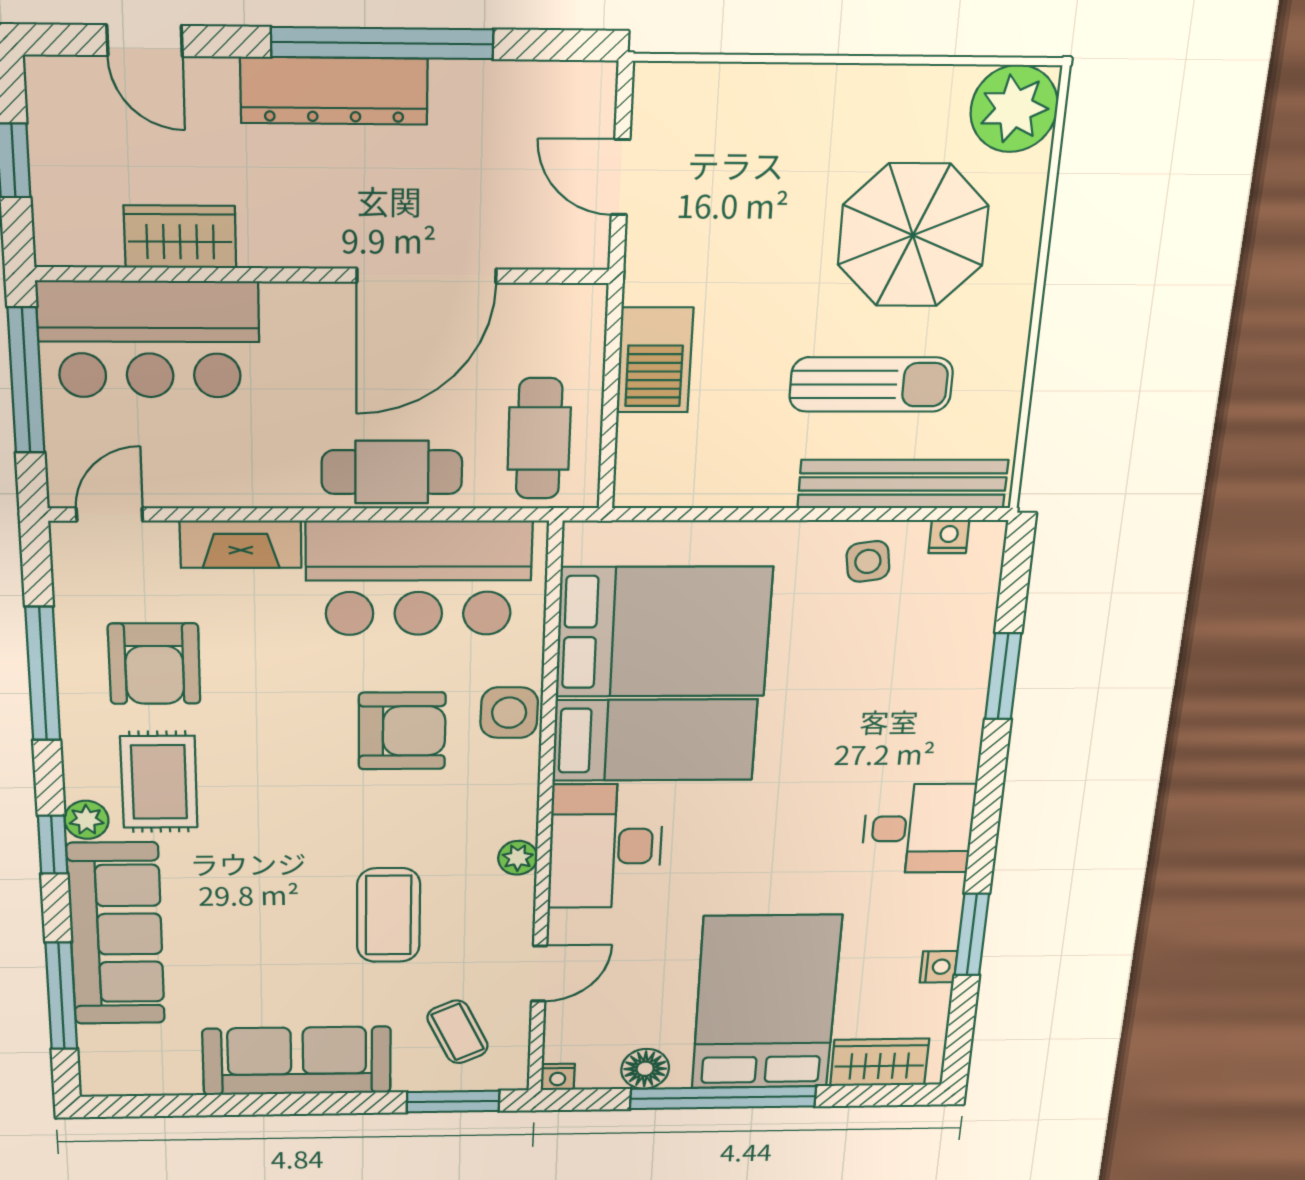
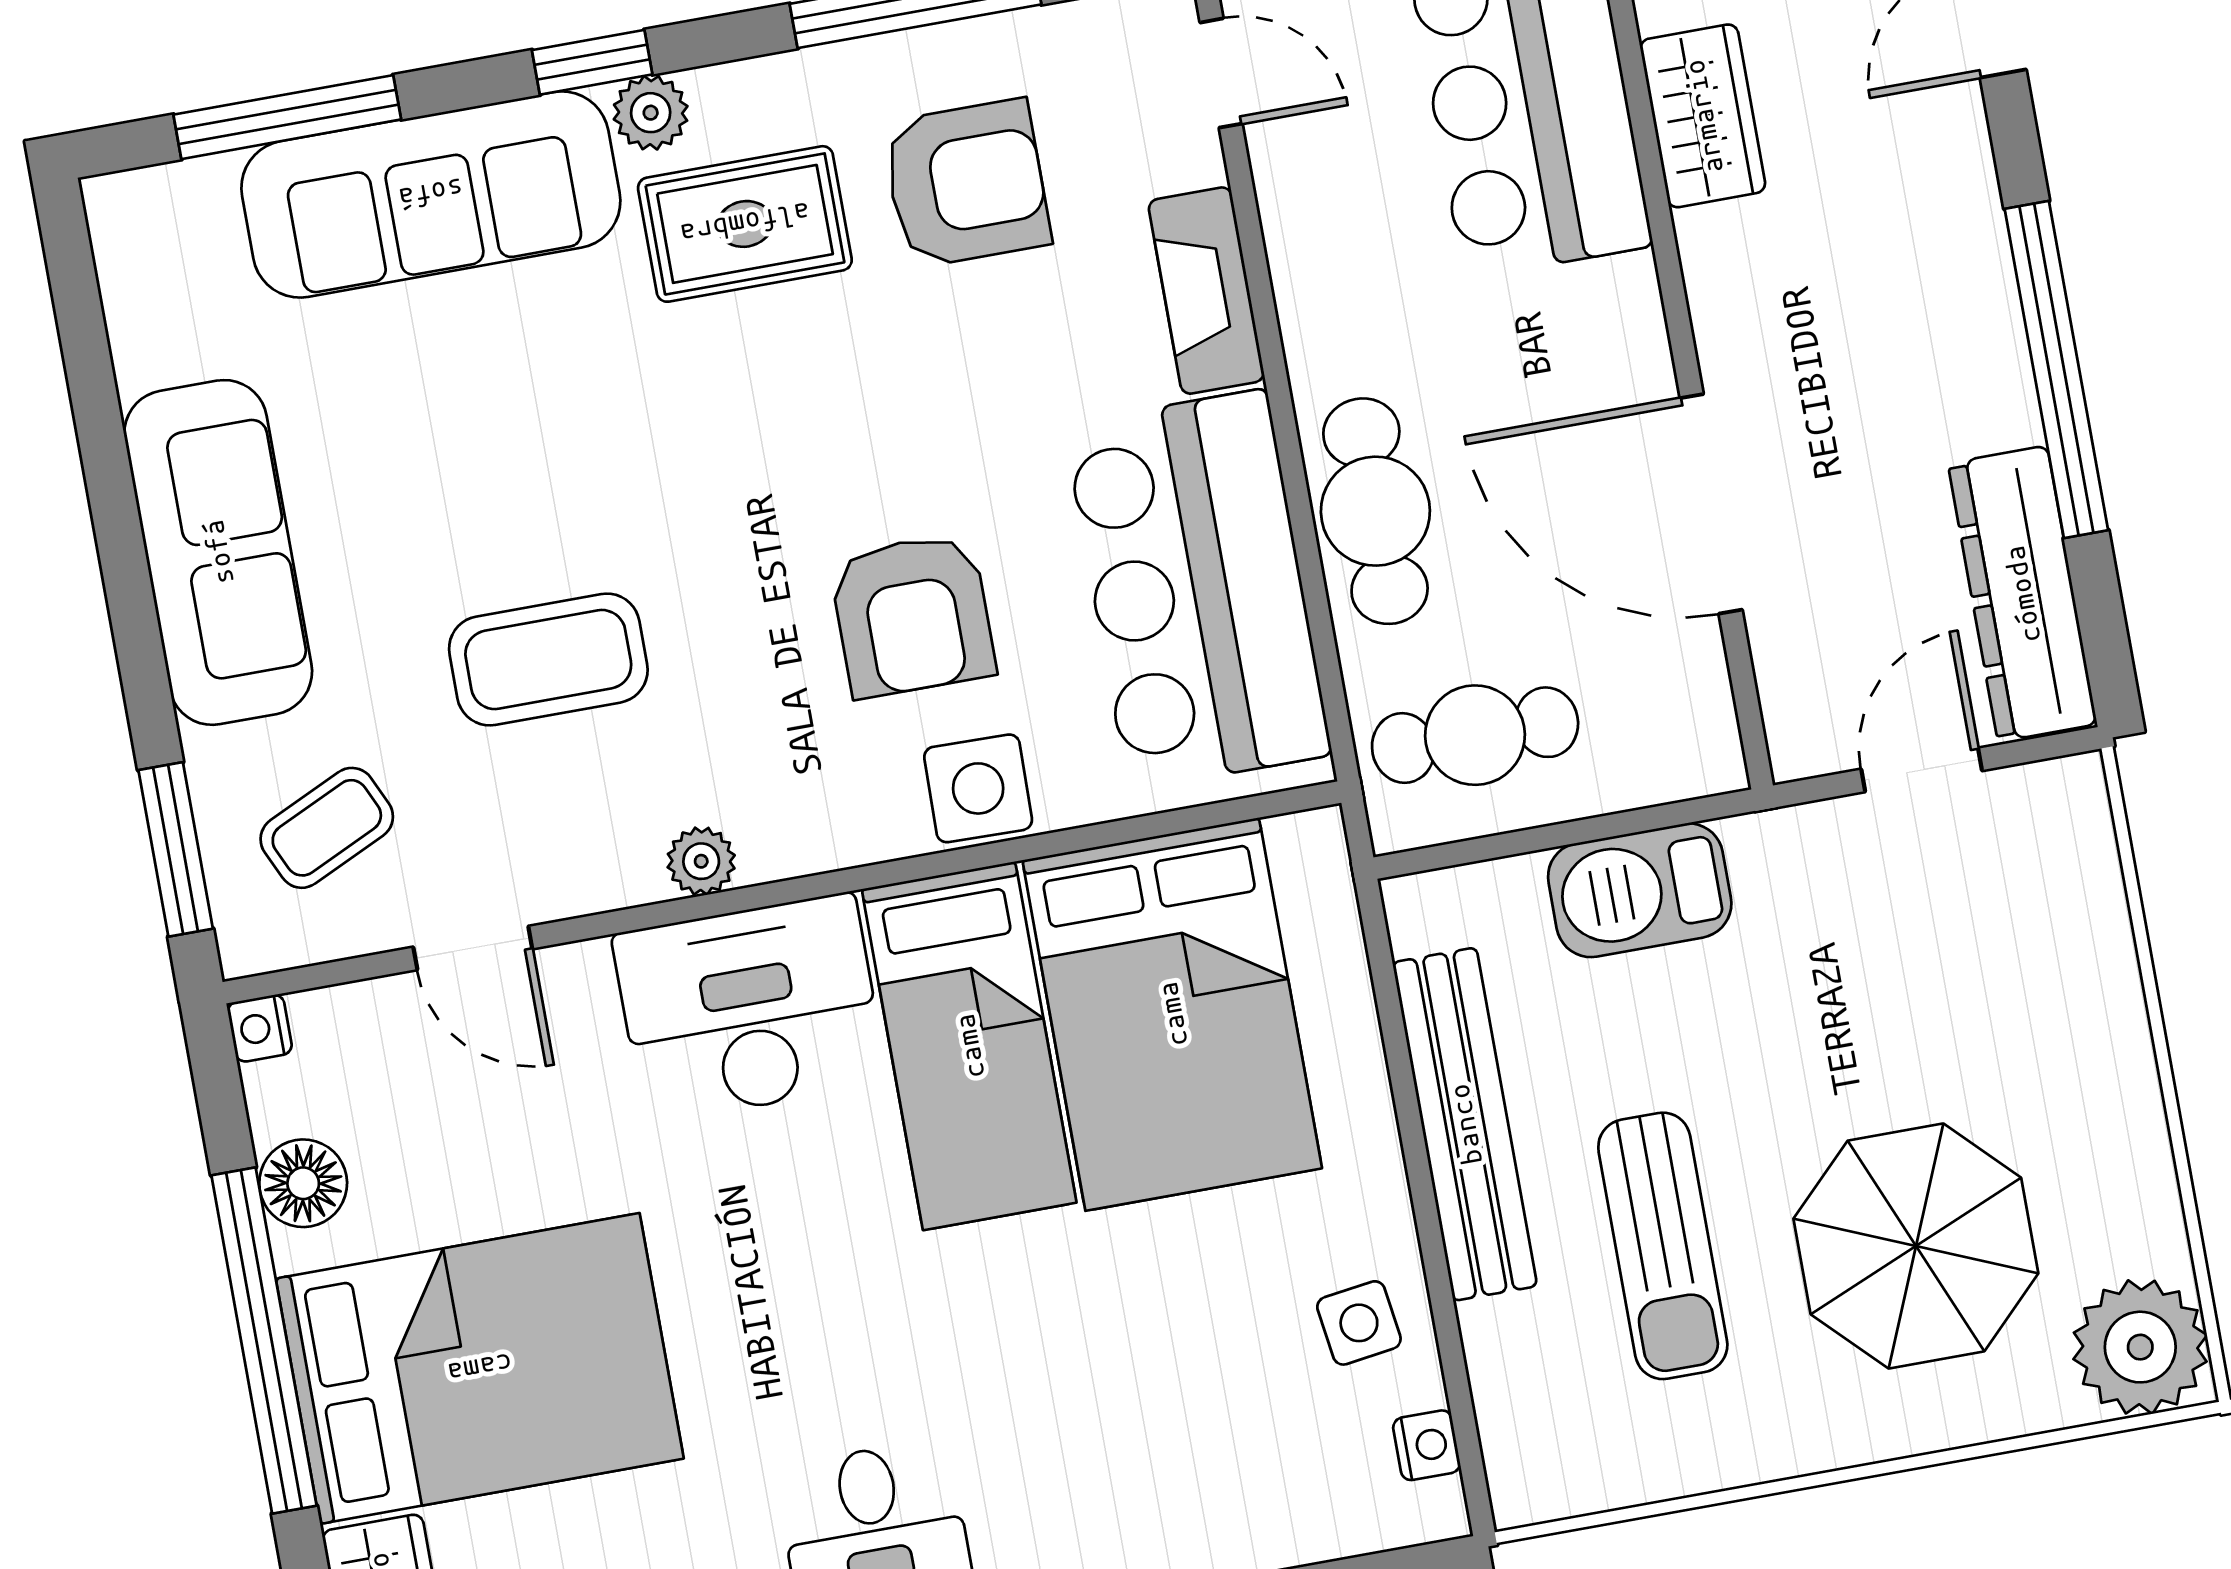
dresser: (334, 91) -> (2022, 594), moved
bench: (903, 484) -> (1465, 1124), moved
armchair: (154, 664) -> (966, 183), turned 180

